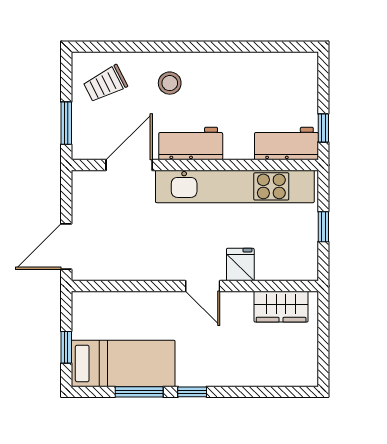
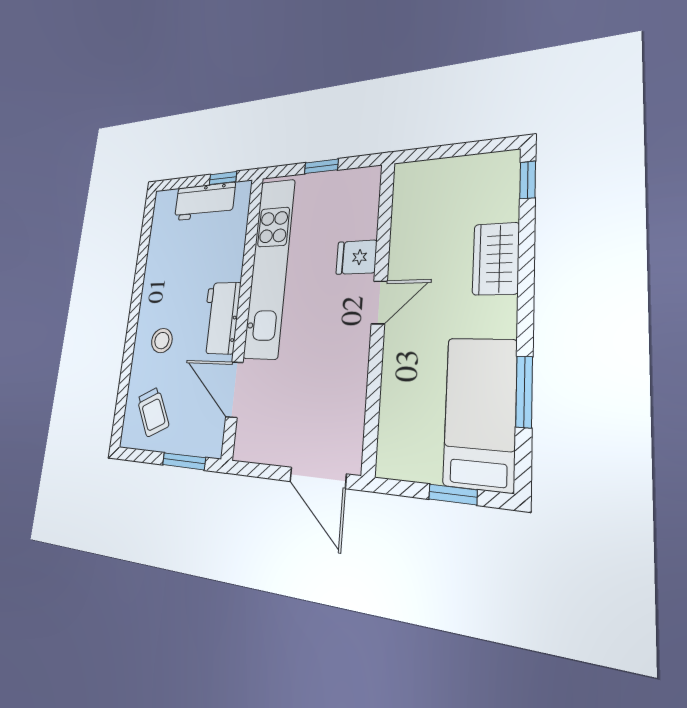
workbench: (286, 144) -> (204, 202), moved, turned -90
wardrobe: (281, 307) -> (496, 259), moved, turned 180
window: (192, 392) -> (528, 180), moved

